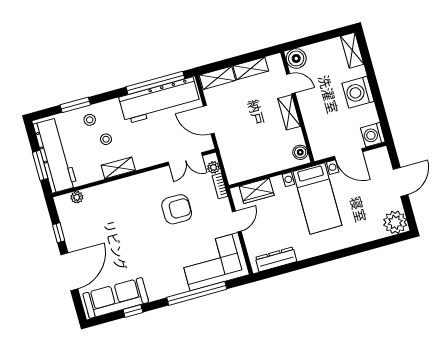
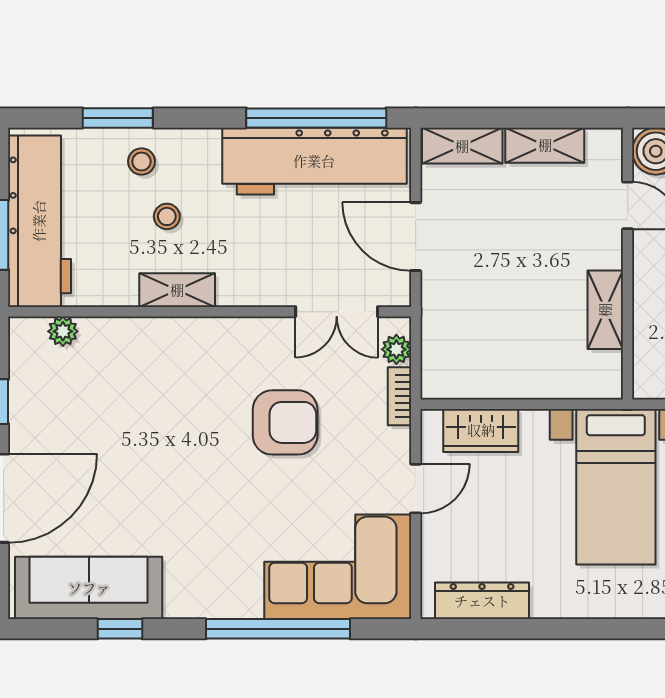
shelving: (289, 112) -> (605, 310), moved
boiler: (300, 152) -> (606, 370), removed

